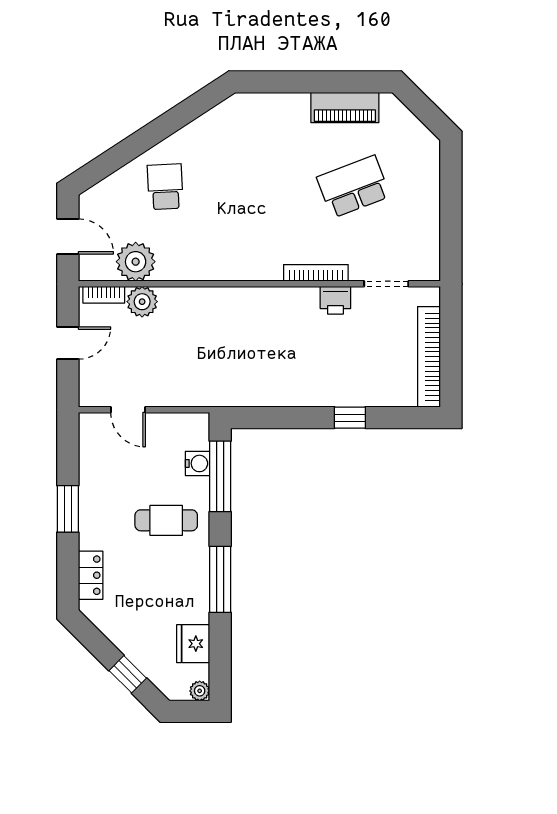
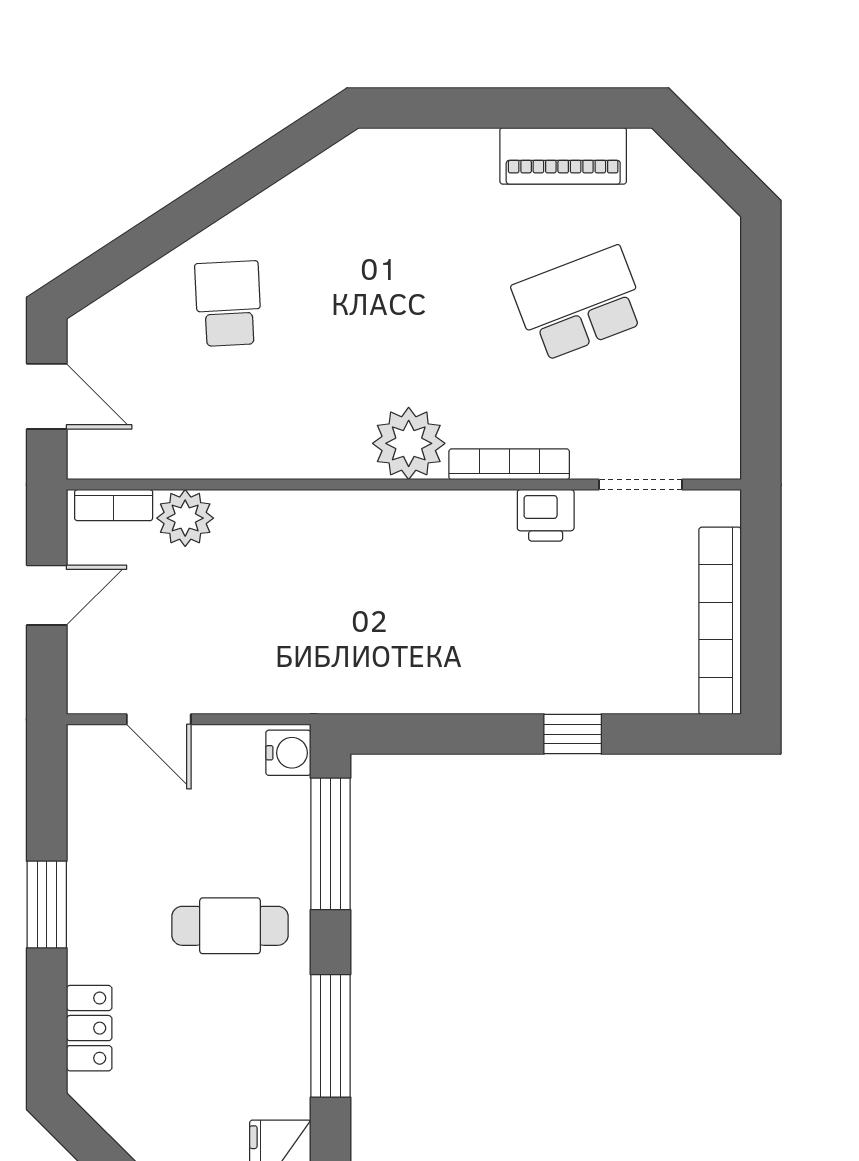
plant: (136, 262) -> (409, 443), moved
water cooler: (197, 463) -> (288, 753), moved

